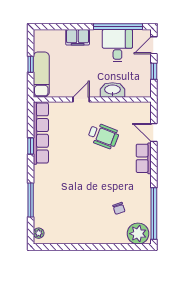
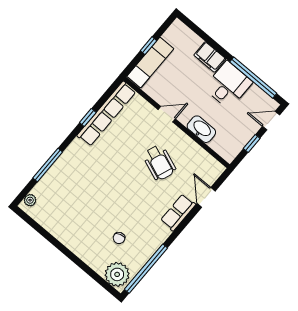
desk: (117, 46) -> (228, 85), moved

